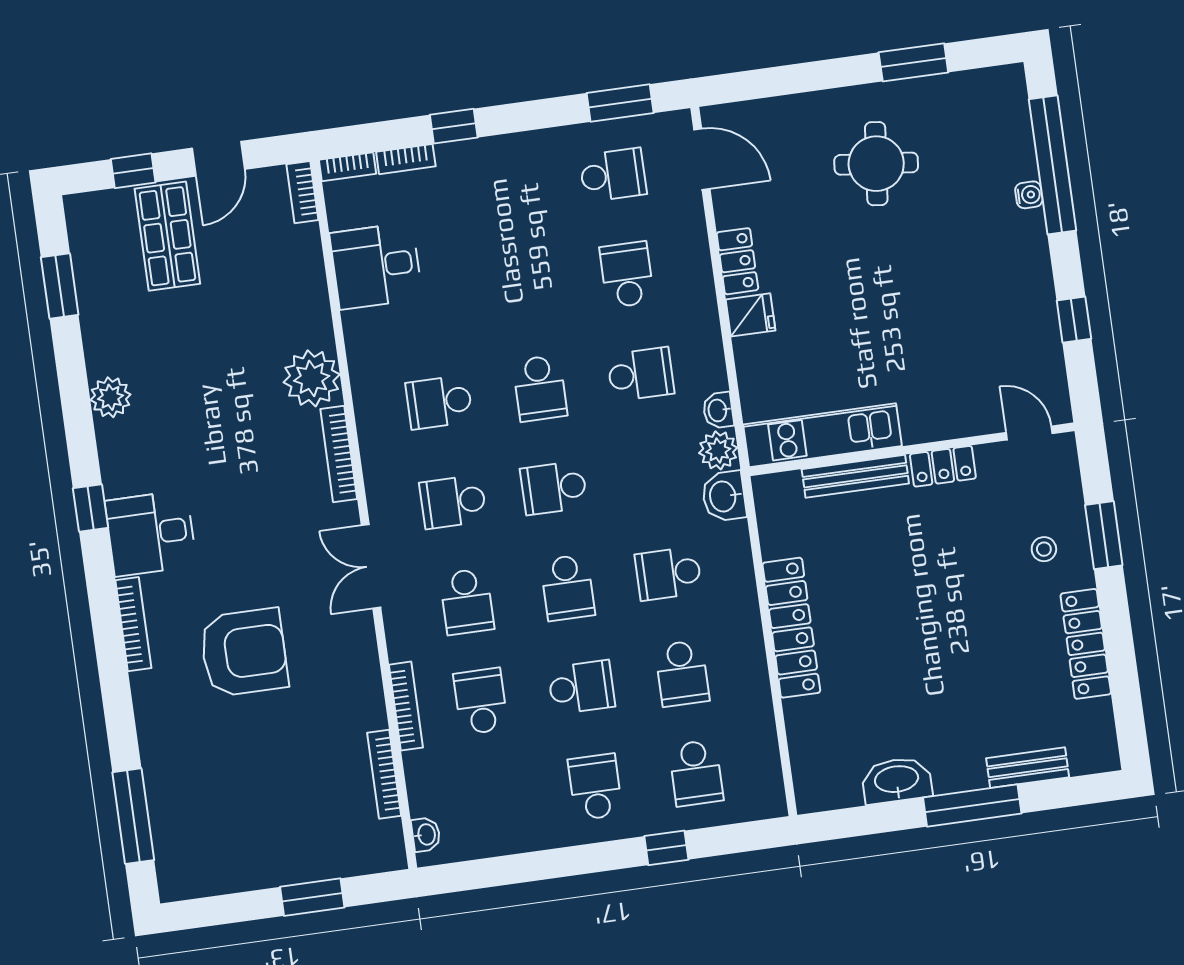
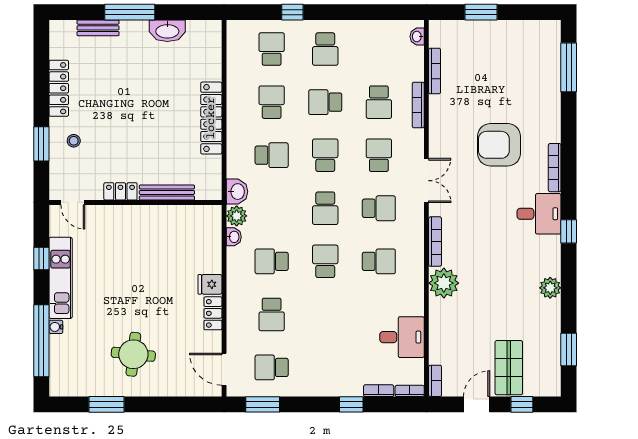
kitchen unit: (823, 435) -> (61, 278), moved, turned -90
school desk: (554, 488) -> (325, 208), turned 90

